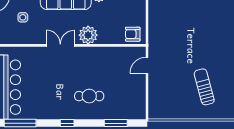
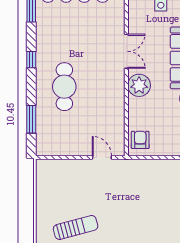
cafe table: (89, 96) -> (64, 87), width x1.37, depth x1.35

